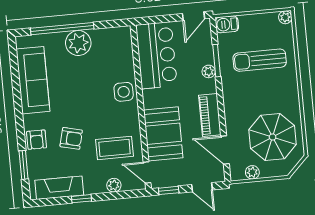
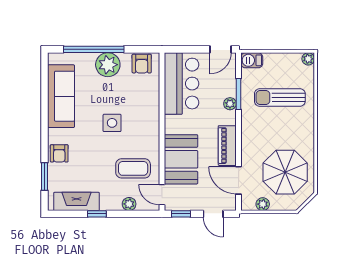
side table: (124, 92) -> (112, 123), moved
armchair: (71, 138) -> (142, 64), moved, turned 76

